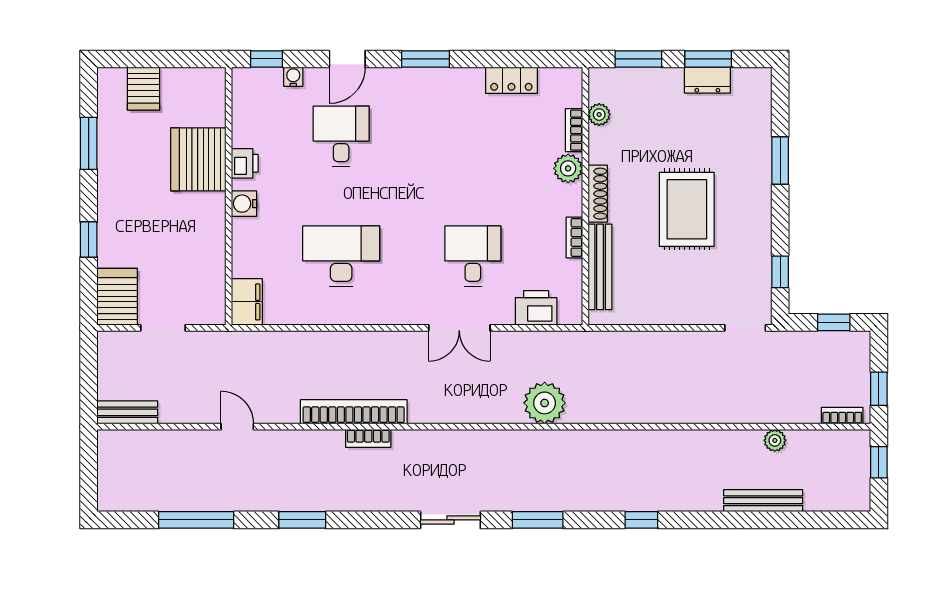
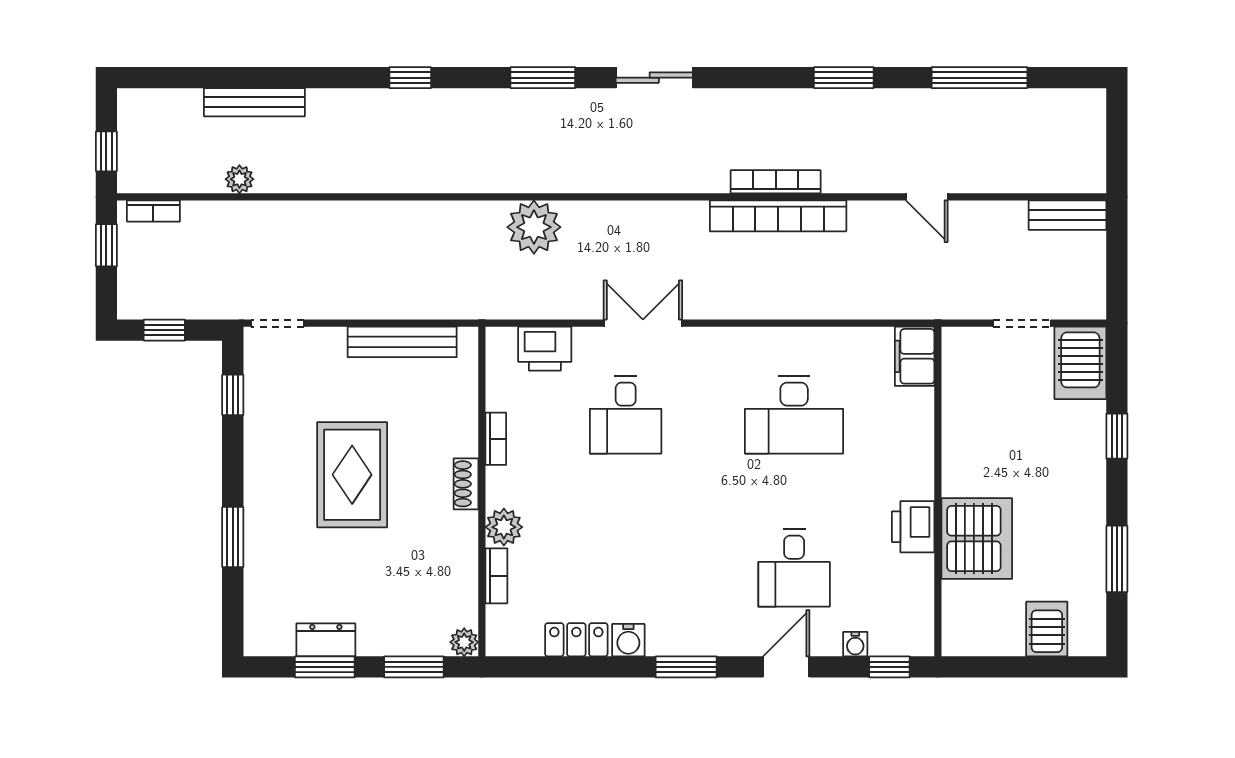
plant: (599, 115) -> (464, 642), moved
printer: (245, 163) -> (913, 527), width x1.36, depth x1.24
shoe rack: (598, 194) -> (466, 484), width x0.70
water cooler: (244, 204) -> (628, 640), moved, turned 90
bench: (600, 267) -> (402, 342), moved, turned 90
bookcase: (368, 438) -> (776, 182), width x1.56

